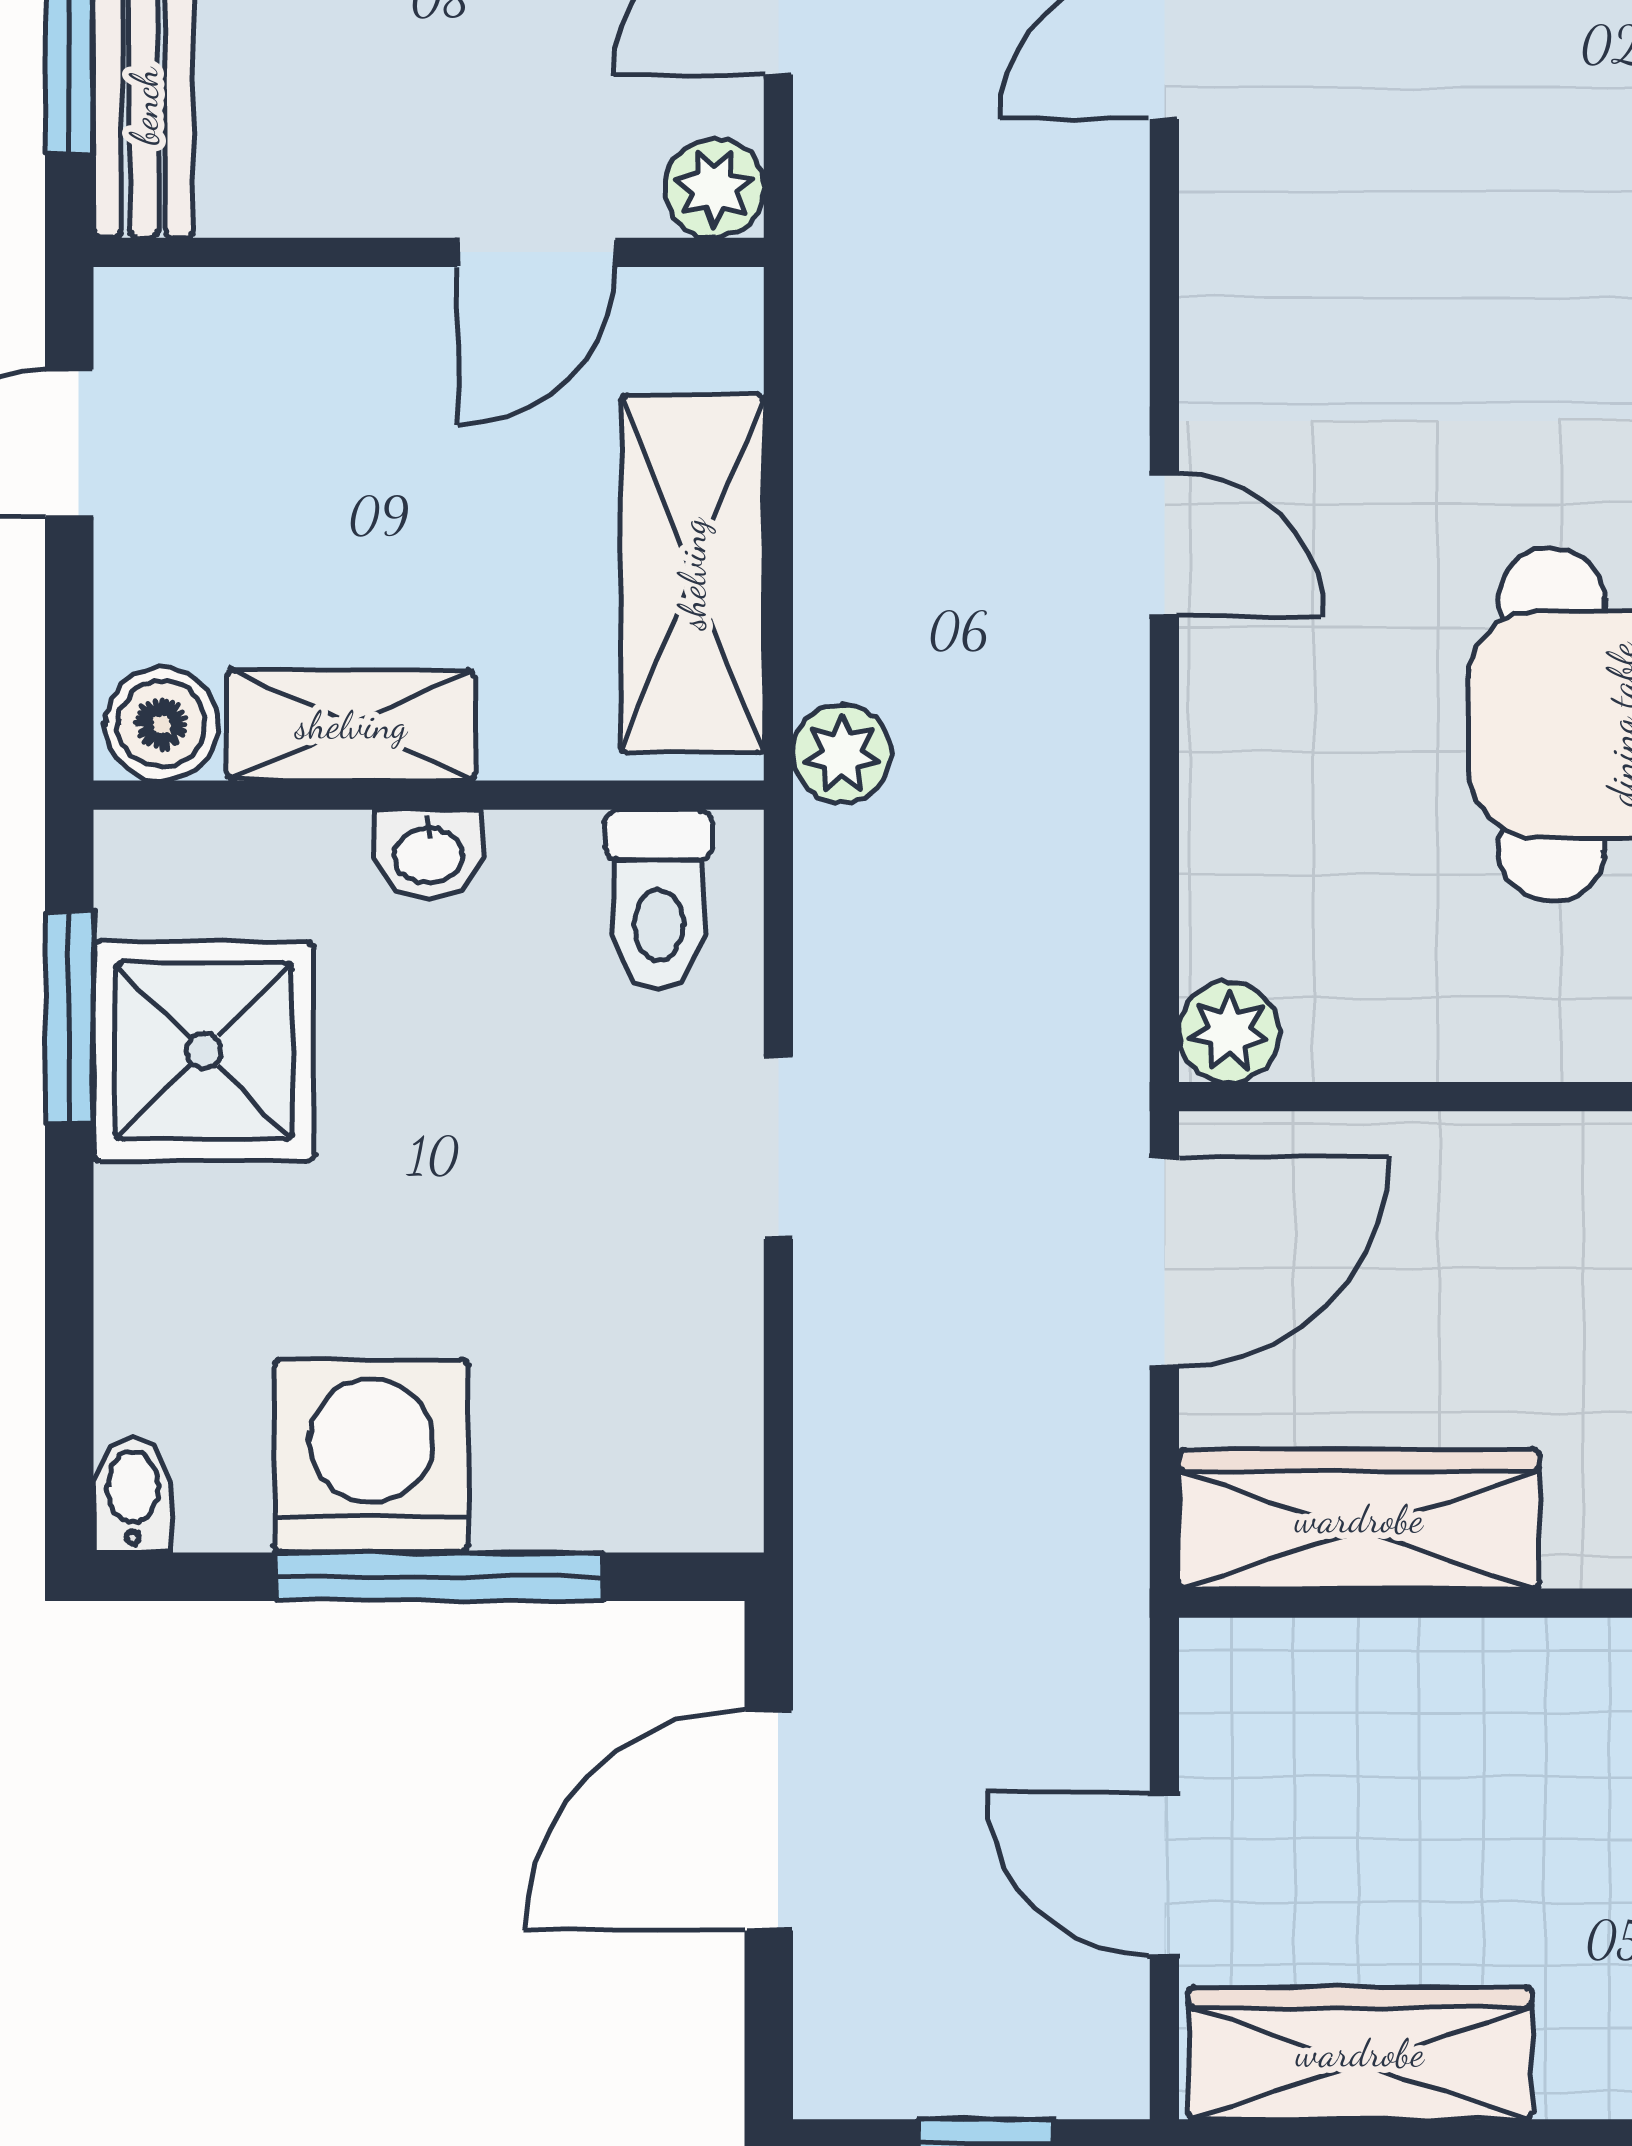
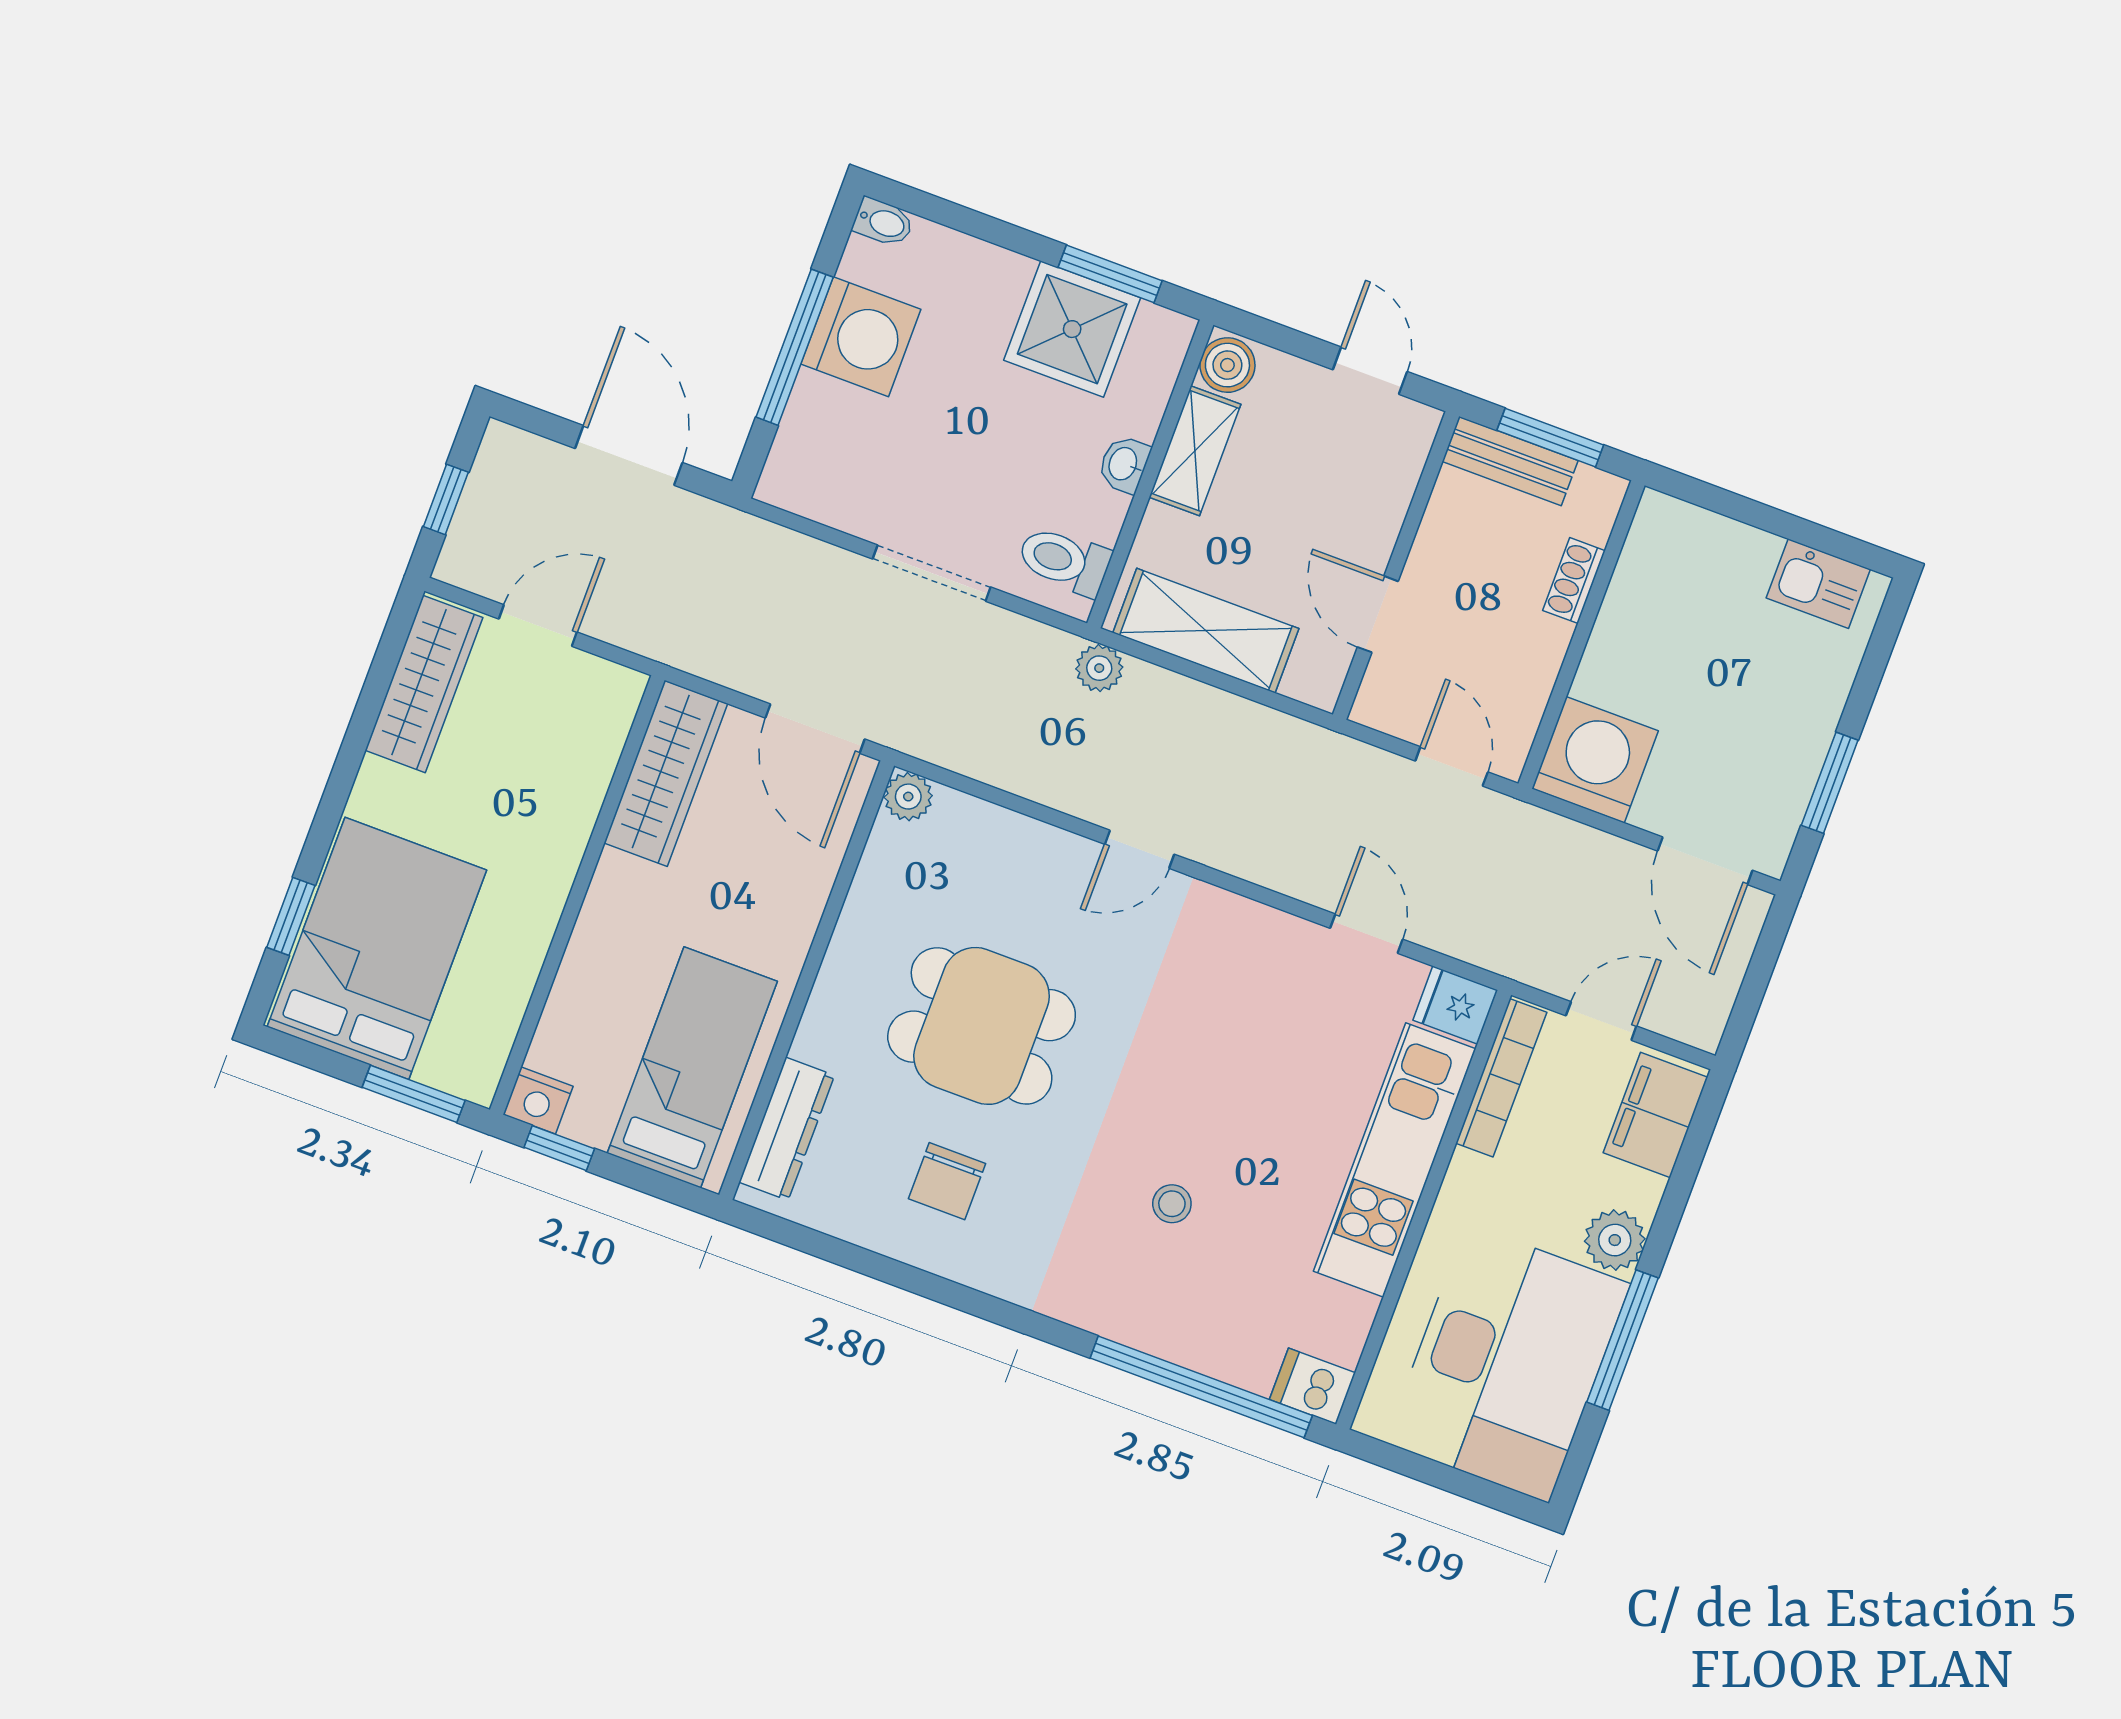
plant: (714, 188) -> (1377, 706), removed
doorway: (778, 1148) -> (932, 573), width x1.38

